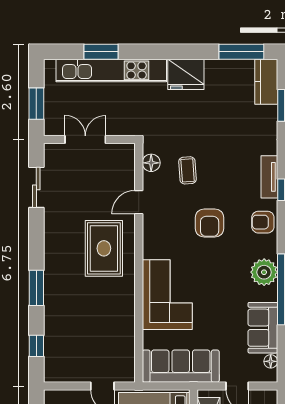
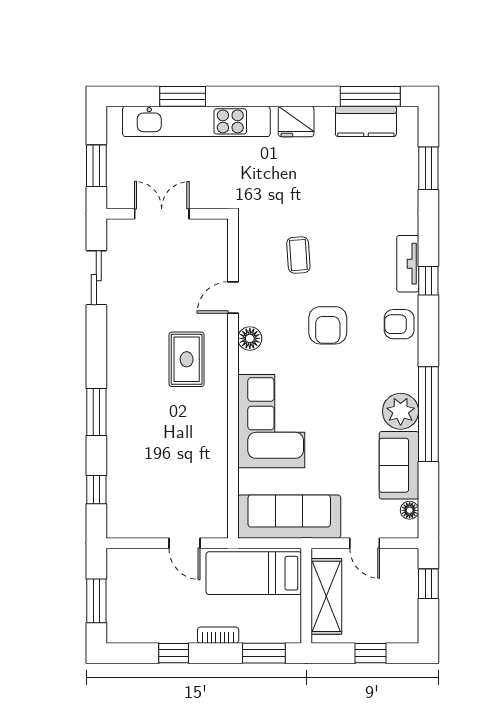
fridge: (186, 74) -> (296, 122), width x0.73, depth x0.75
kitchen counter: (266, 82) -> (366, 121), moved, turned -90
floor lamp: (151, 163) -> (250, 338), moved
rug: (104, 248) -> (187, 359), width x0.73, depth x0.70
plant: (264, 272) -> (401, 411), moved

